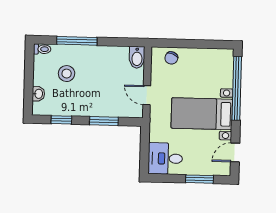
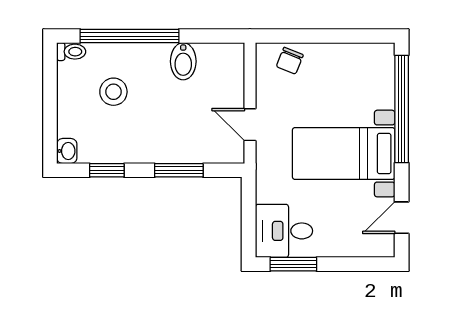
window: (77, 41) -> (129, 36), width x1.46
bidet: (137, 57) -> (183, 61), moved
washbasin: (38, 94) -> (67, 151), moved
window: (199, 179) -> (293, 264), moved

